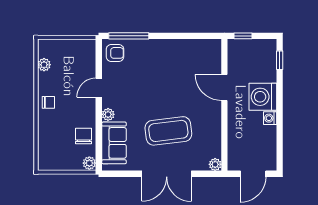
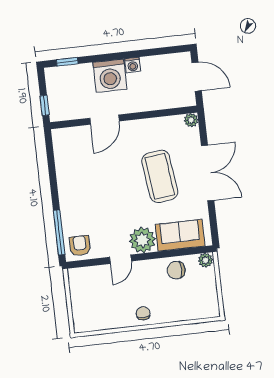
plant: (44, 65) -> (102, 323), removed
door: (99, 88) -> (120, 259), hinge flipped
plant: (108, 114) -> (142, 240), width x1.87, depth x1.87

